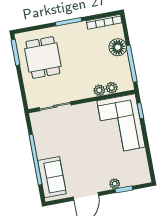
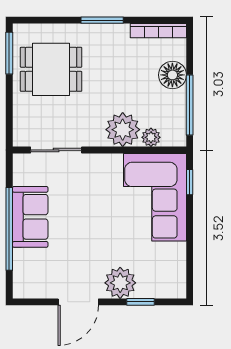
dining table: (43, 58) -> (51, 69), turned 90
plant: (99, 90) -> (123, 130), width x1.88, depth x1.88
sofa: (52, 177) -> (30, 217), moved
plant: (115, 184) -> (120, 283), width x1.88, depth x1.88

